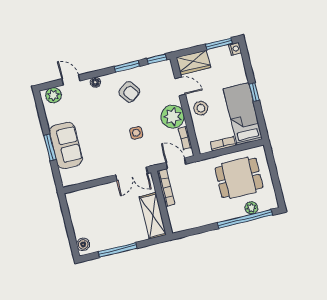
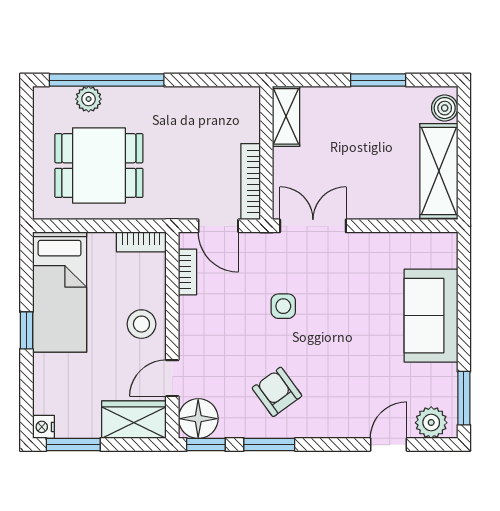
door: (71, 80) -> (389, 445), swing flipped
floor lamp: (95, 82) -> (198, 419), moved, width x1.89, depth x1.89
door: (180, 86) -> (172, 378), hinge flipped
plant: (173, 117) -> (202, 321), removed
bookcase: (223, 144) -> (141, 242), moved
window: (50, 147) -> (464, 398), moved
shelving: (79, 214) -> (439, 171), added
shelving: (153, 216) -> (286, 116), width x0.67, depth x0.75
window: (118, 250) -> (378, 80), width x0.69

